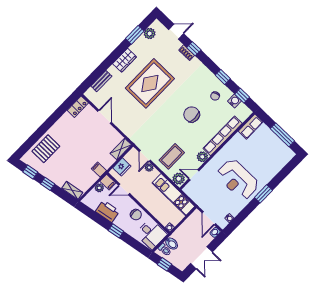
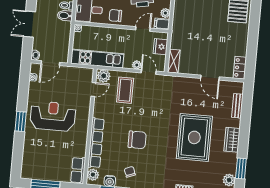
plant: (202, 157) -> (93, 175), moved
filing cabinet: (99, 170) -> (178, 28), removed
door: (209, 218) -> (50, 63), swing flipped

